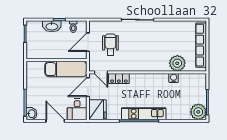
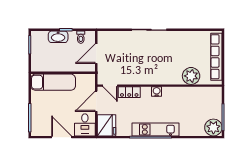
wheelchair: (110, 45) -> (120, 56), removed
exam couch: (66, 69) -> (53, 82), moved
water cooler: (174, 78) -> (157, 92), moved
washbasin: (31, 114) -> (36, 129), removed

